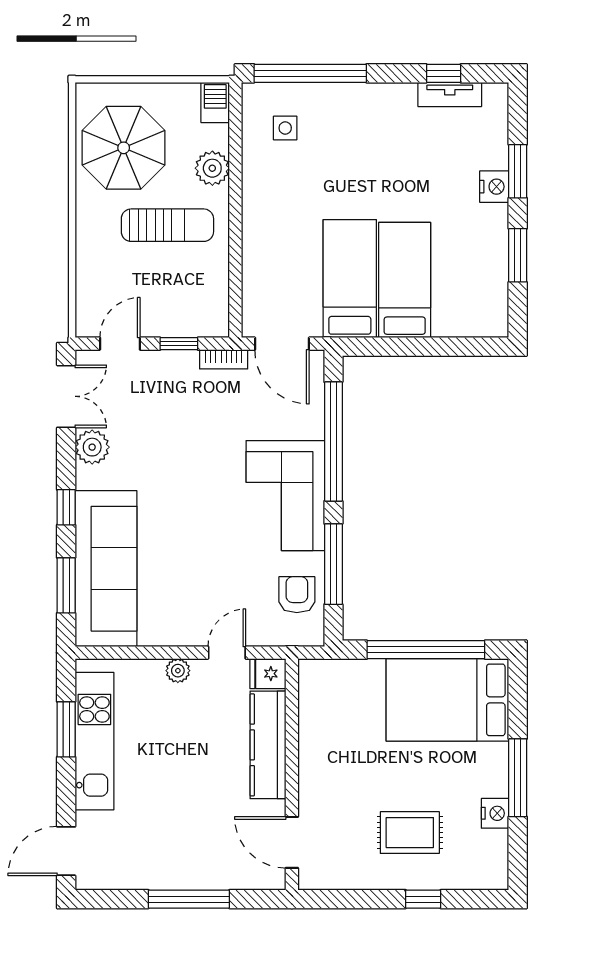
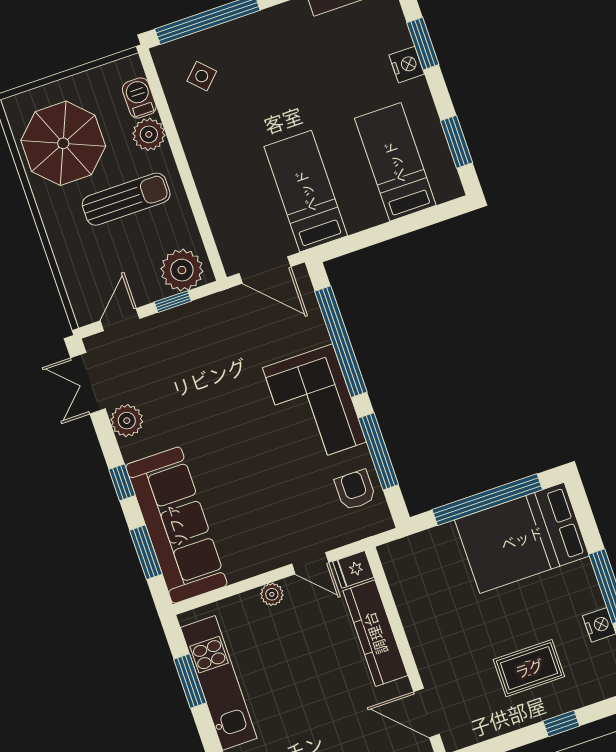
barbecue: (215, 102) -> (139, 98), moved
side table: (285, 128) -> (202, 76), turned 45
window: (518, 255) -> (456, 142), moved
bed: (405, 280) -> (395, 162), moved
plant: (199, 315) -> (182, 270), added
bookcase: (224, 359) -> (217, 302), removed
double door: (66, 396) -> (88, 383), swing flipped
door: (227, 653) -> (310, 563), swing flipped

